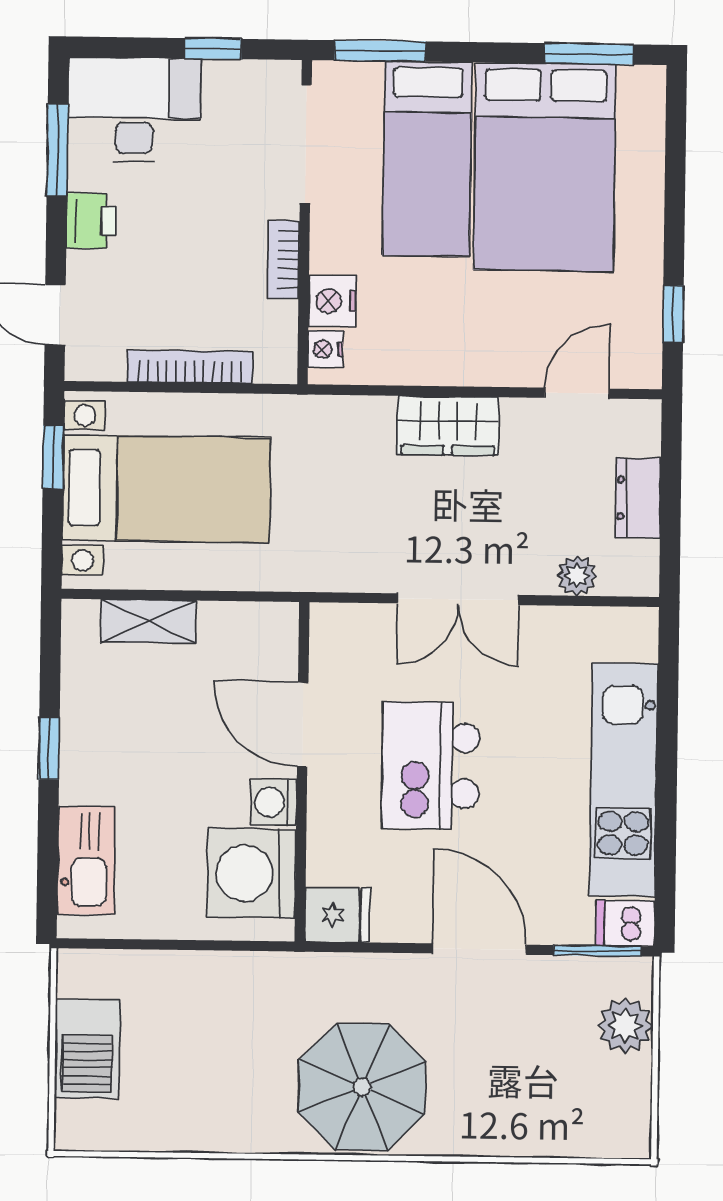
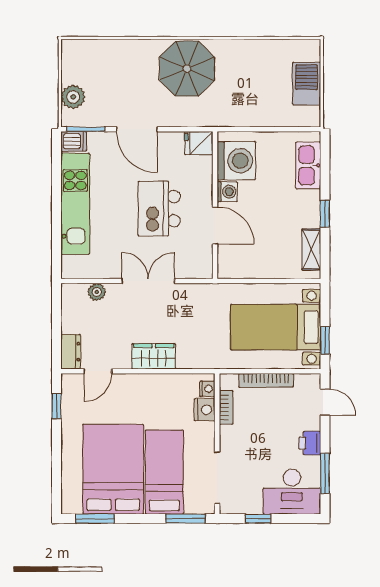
bookcase: (283, 260) -> (226, 407), moved
dresser: (638, 498) -> (71, 352), moved
shelving: (149, 621) -> (311, 250), moved, turned 90
kitchen island: (431, 766) -> (159, 209), turned 180

